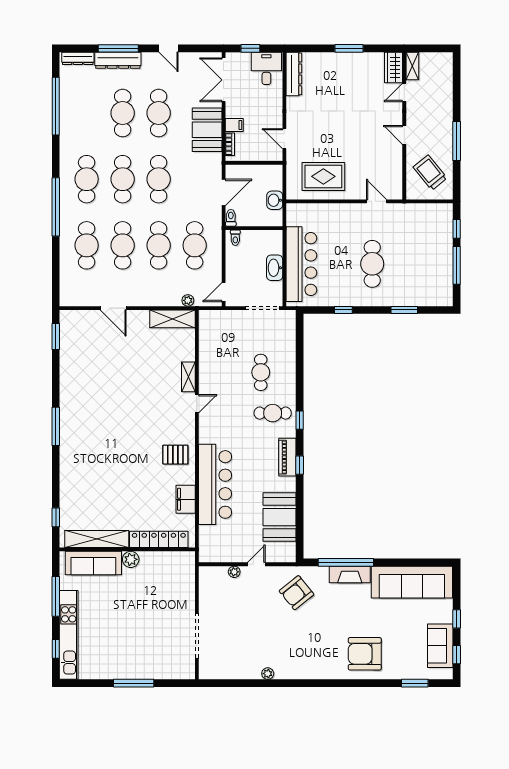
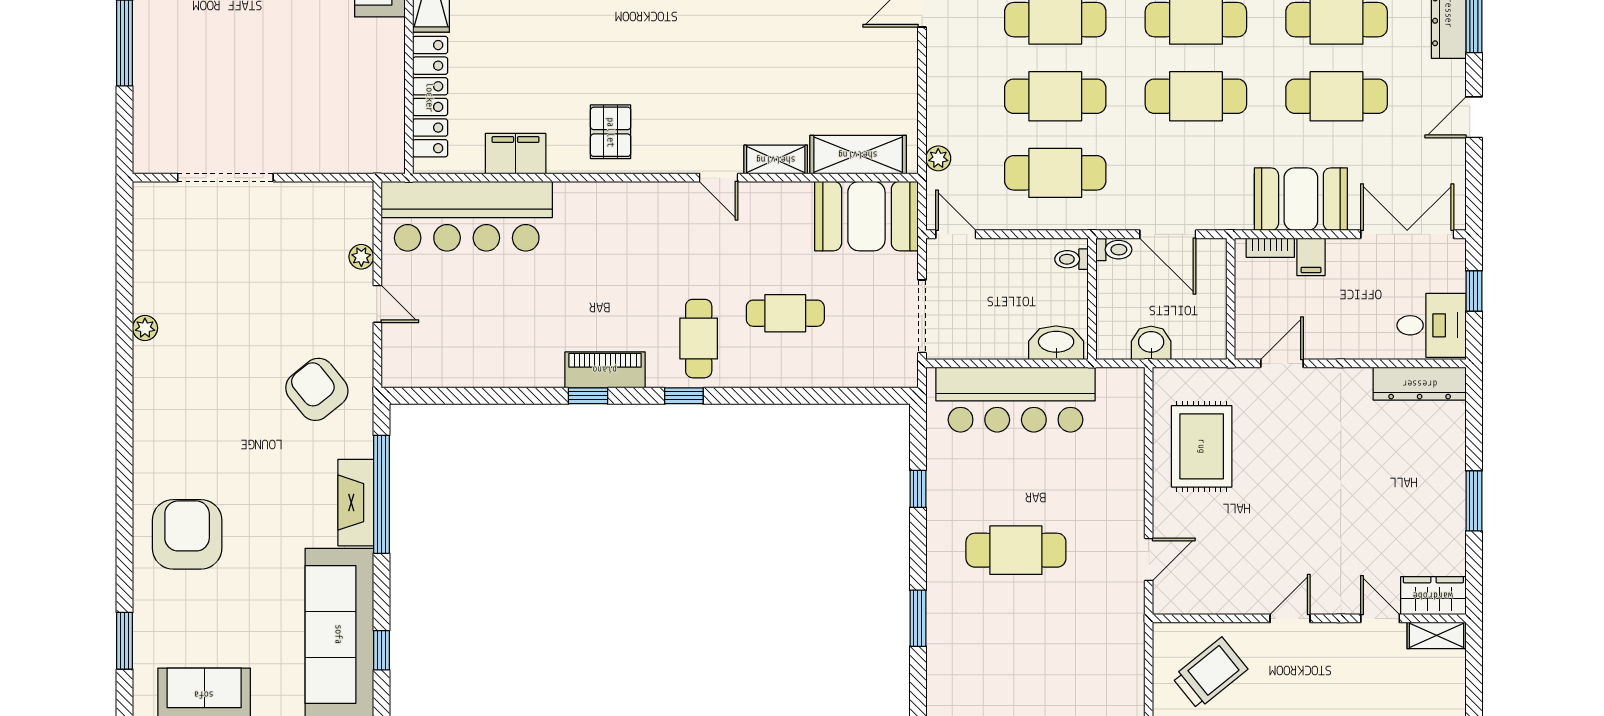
washbasin: (275, 268) -> (1056, 343), moved
shelving: (172, 319) -> (858, 155), moved, turned 90
bar counter: (215, 484) -> (467, 216), moved
booth: (280, 517) -> (866, 216), moved
plant: (131, 559) -> (388, 37), removed
window: (419, 562) -> (381, 650), added

